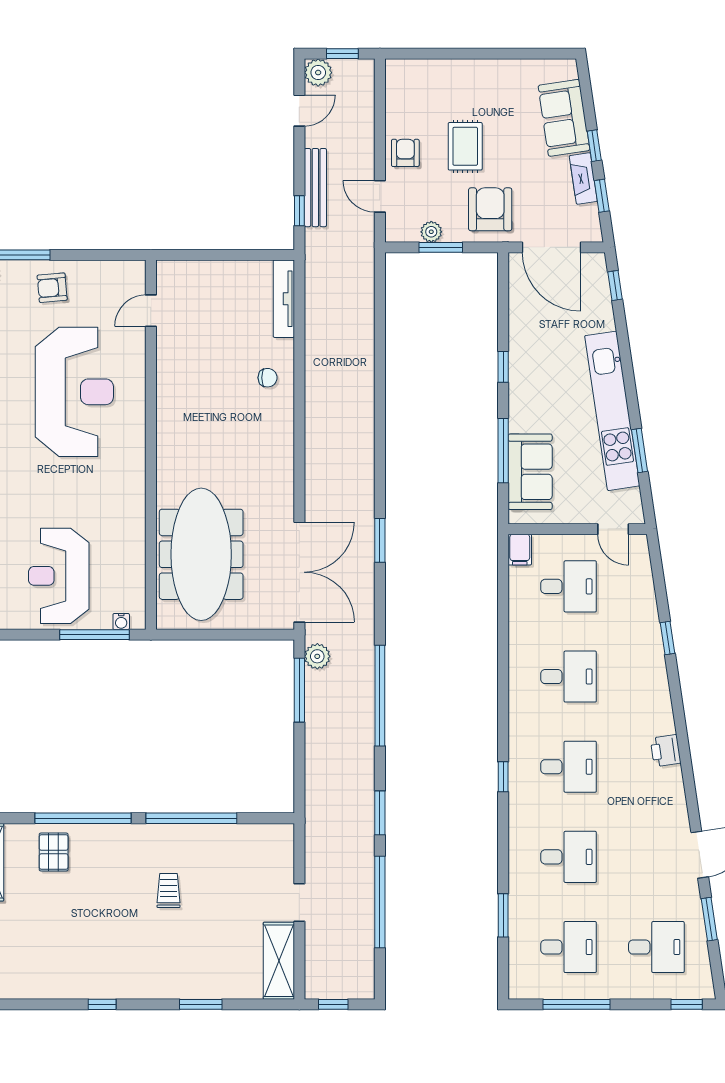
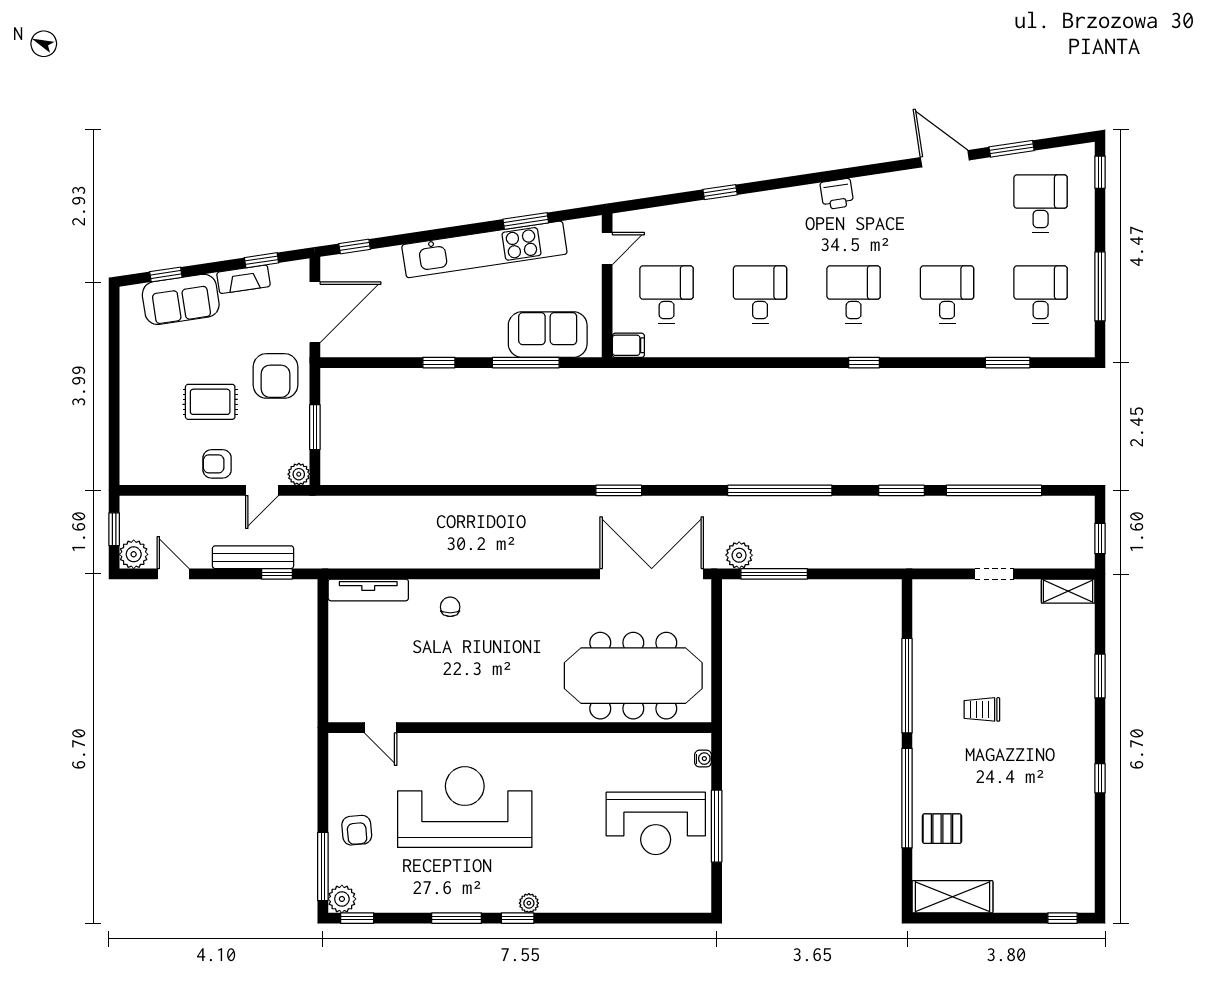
window: (594, 146) -> (166, 274), moved
armchair: (490, 209) -> (275, 376), turned -90
plant: (431, 232) -> (299, 474), moved
window: (95, 635) -> (717, 826), moved
shelving: (279, 961) -> (1068, 591), width x0.67, depth x0.75

